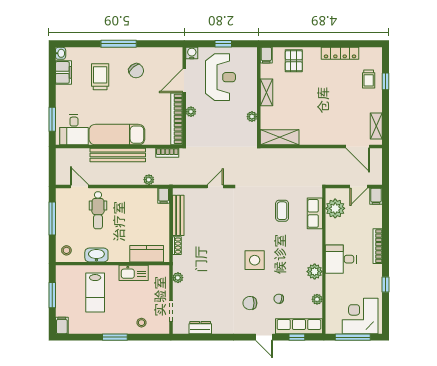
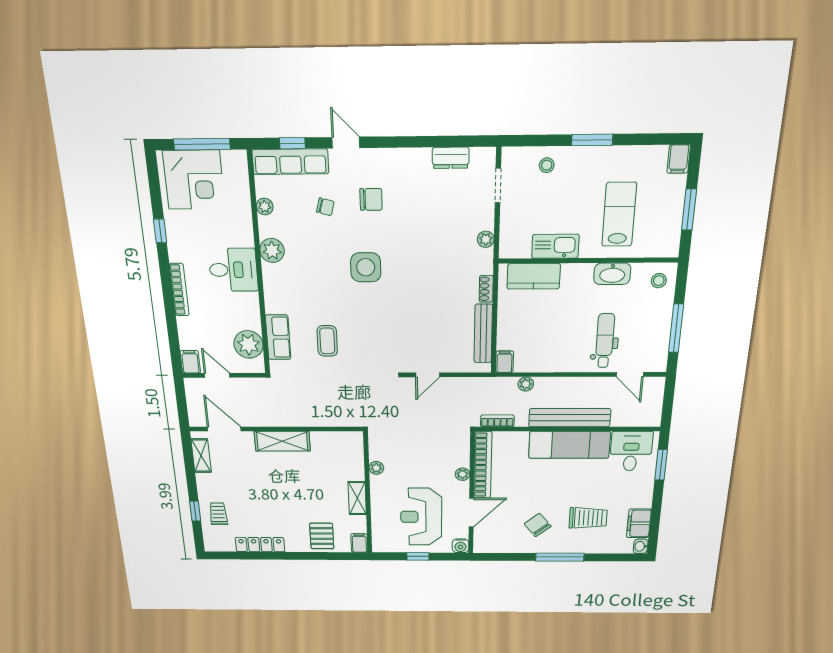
trolley: (100, 77) -> (588, 518), turned -90
shelving: (280, 137) -> (282, 441), moved
door: (359, 186) -> (217, 375), hinge flipped

